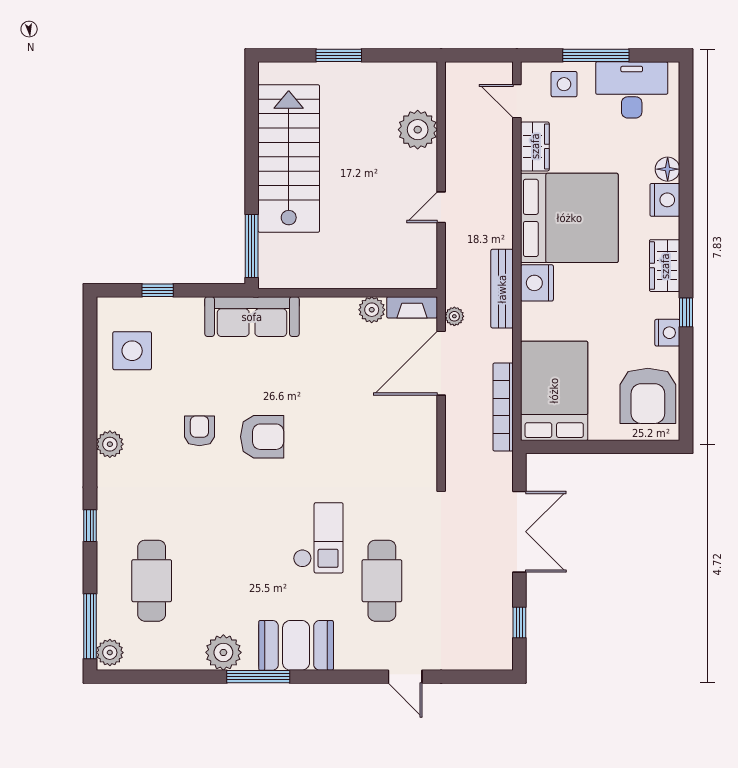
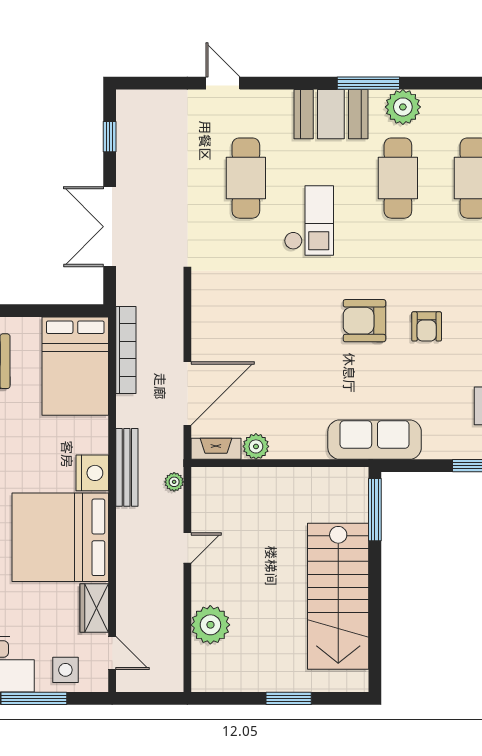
plant: (454, 316) -> (174, 482), moved
checkout: (318, 538) -> (309, 220), turned 180
cafe table: (228, 581) -> (398, 178), added

